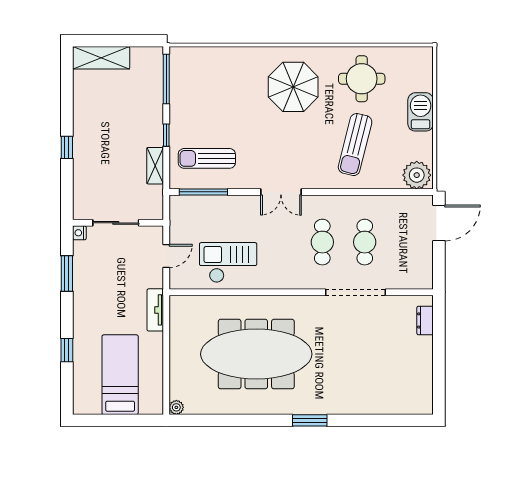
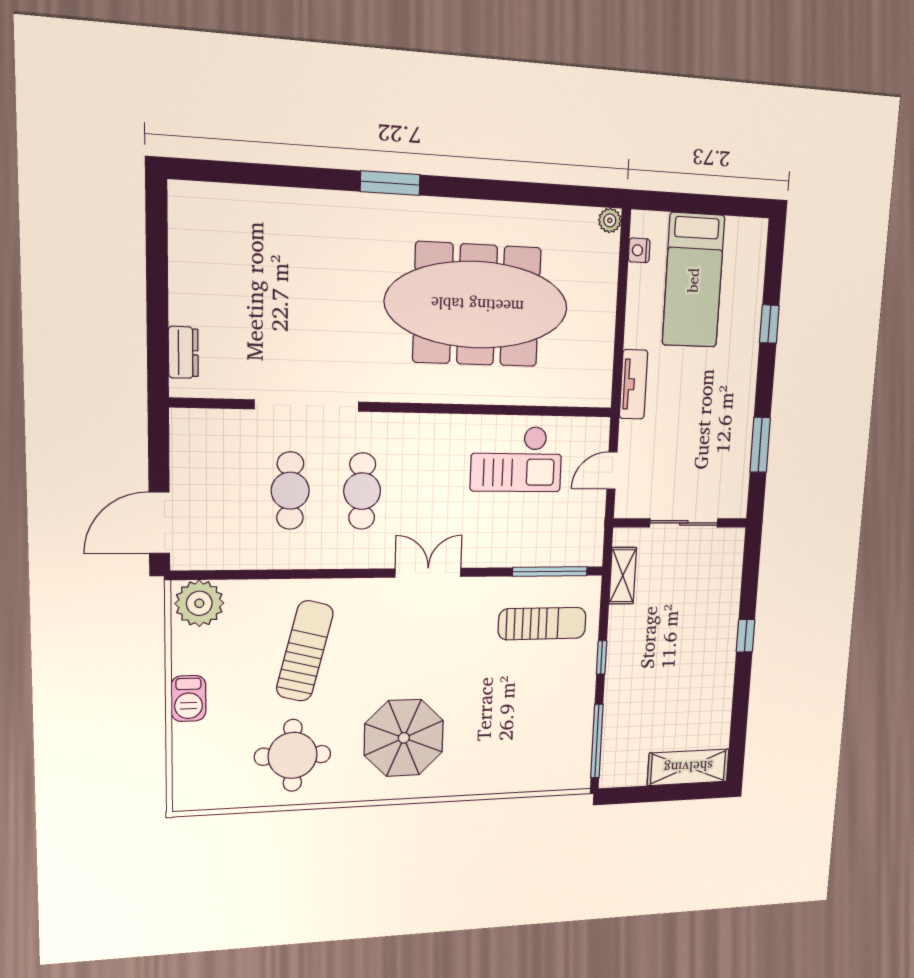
barbecue: (421, 112) -> (188, 698), width x0.73, depth x0.79
shelving: (155, 166) -> (623, 576), moved
nightstand: (79, 233) -> (639, 250), moved, turned 180

